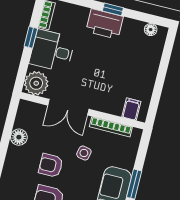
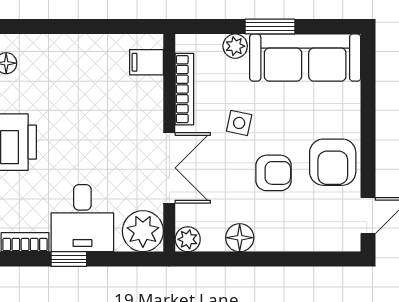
plant: (25, 107) -> (188, 239), added
plant: (128, 162) -> (235, 46), added
armchair: (51, 165) -> (274, 173), turned -90

